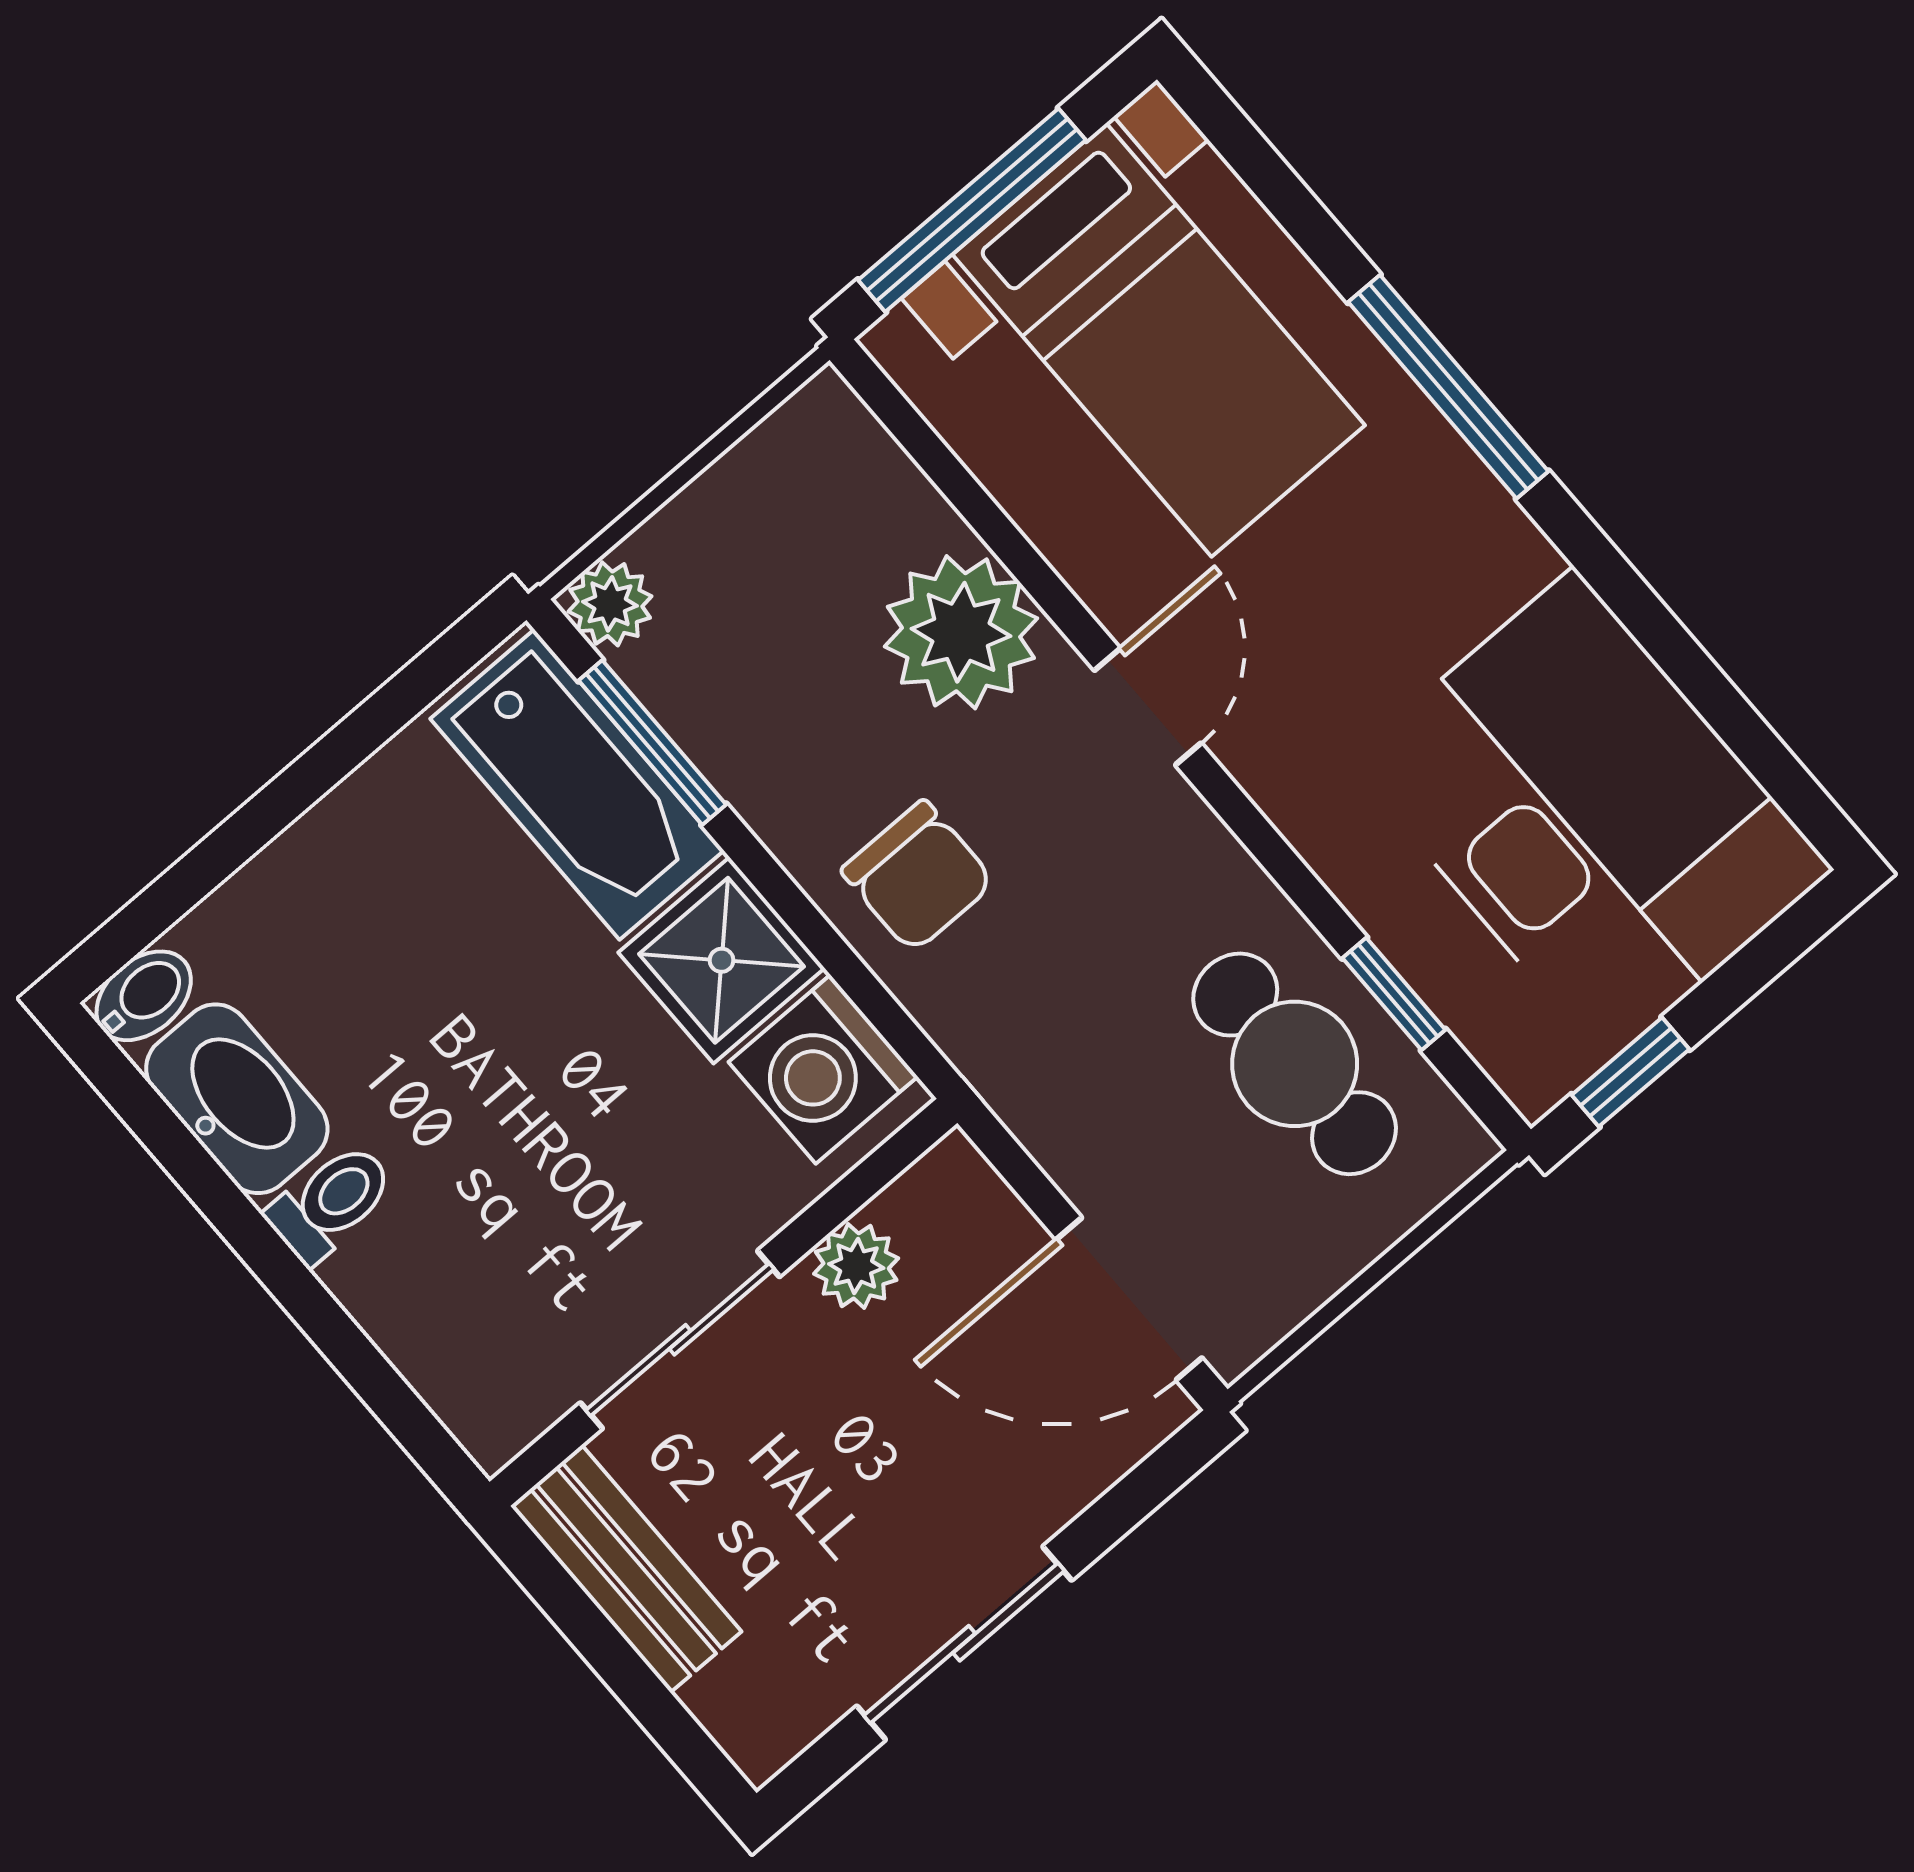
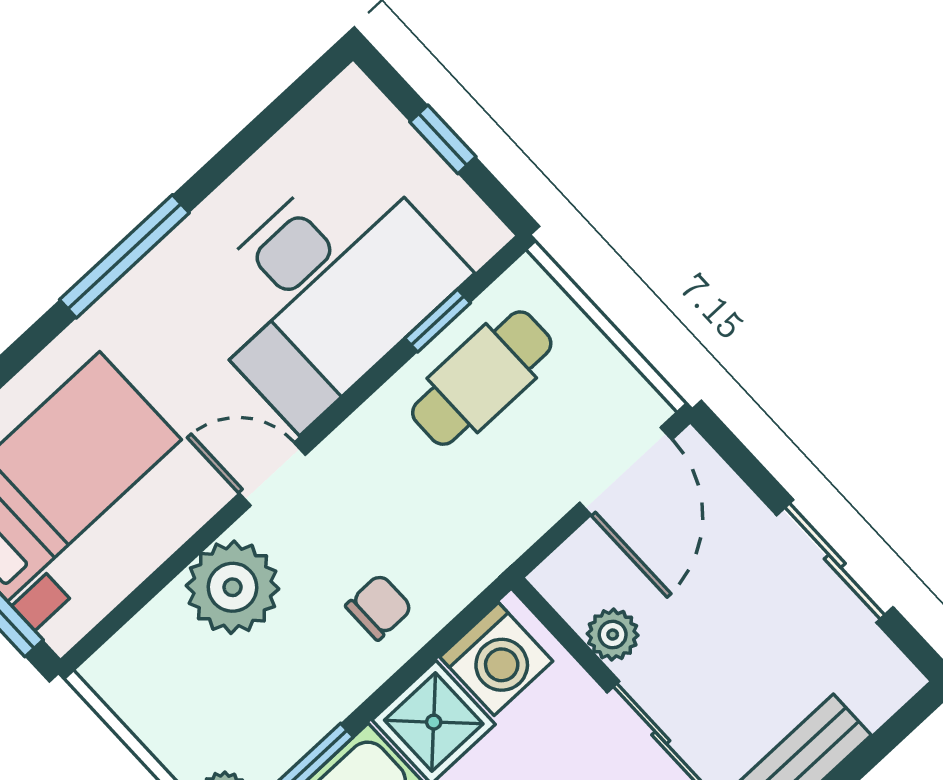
window: (1448, 387) -> (124, 256), moved
desk: (1590, 815) -> (326, 289), moved, turned 180
chair: (918, 876) -> (379, 607), width x0.73, depth x0.73
window: (1630, 1072) -> (443, 139), moved

